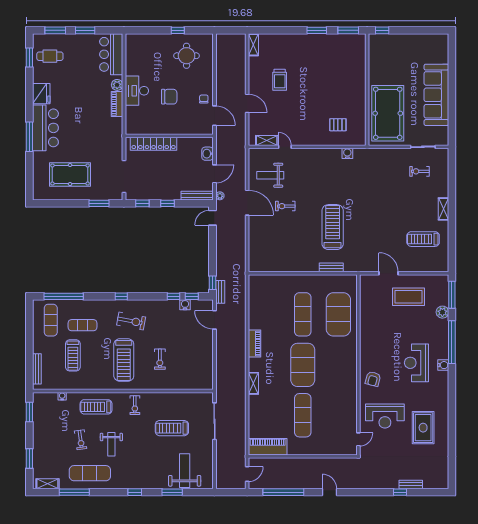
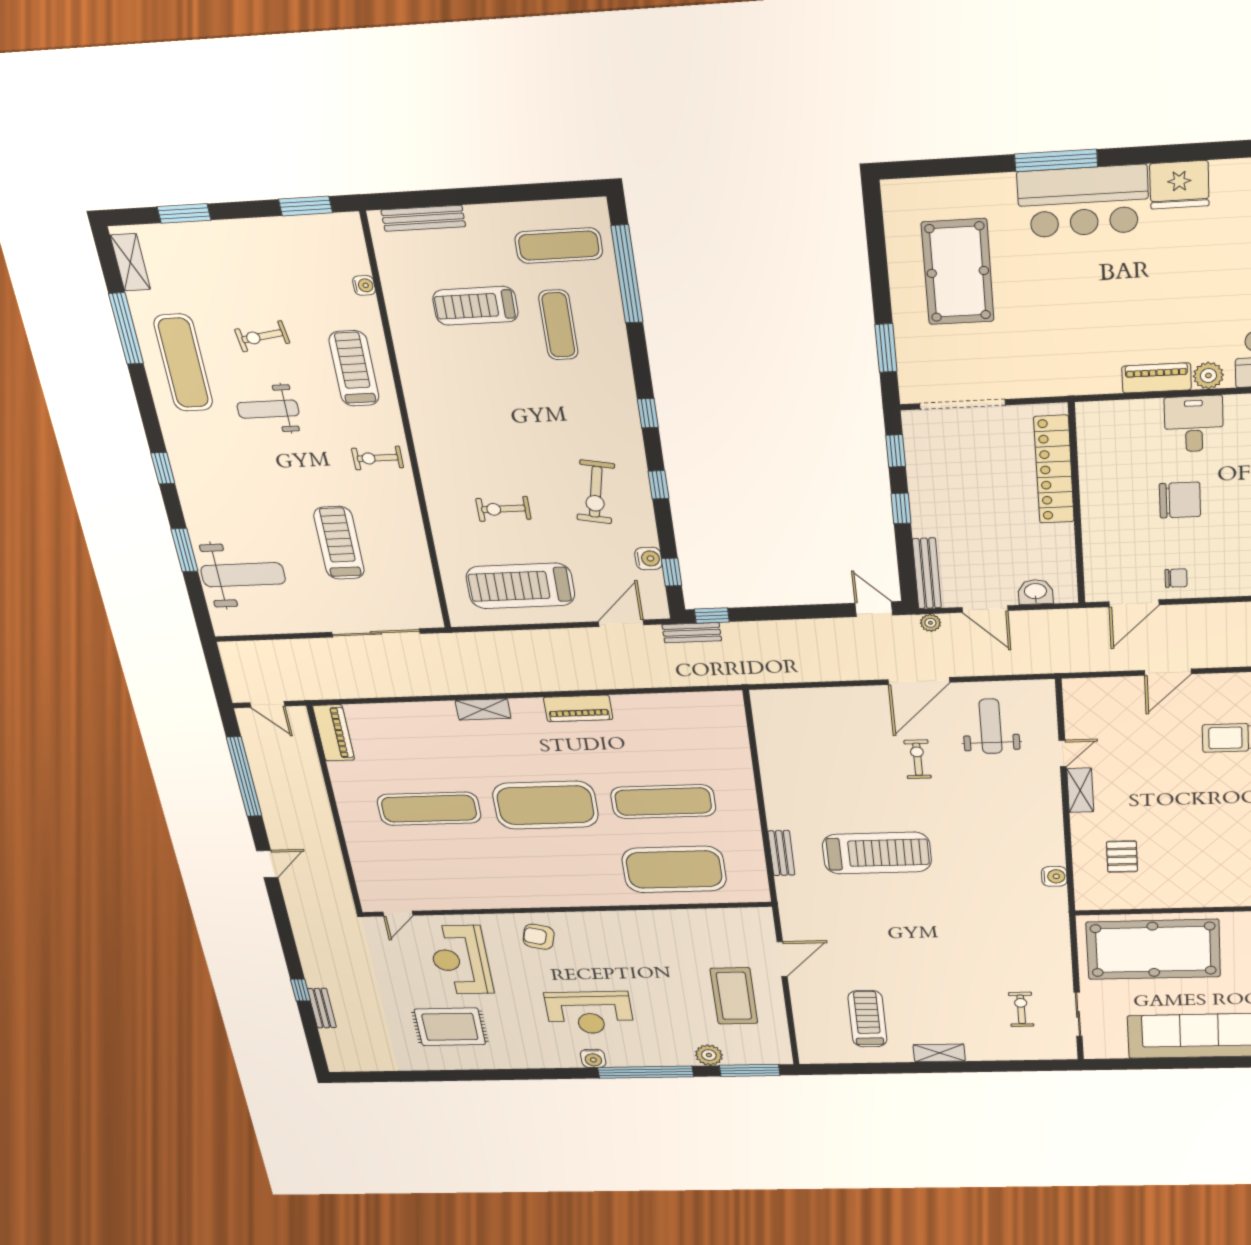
desk: (137, 91) -> (1194, 424), width x0.73
chair: (169, 97) -> (1180, 500), turned -90
shelving: (267, 140) -> (1080, 790), moved
window: (173, 296) -> (658, 485), moved
exercise bike: (131, 321) -> (596, 492), moved
treadmill: (124, 360) -> (520, 586), moved
reception desk: (416, 363) -> (589, 1013), turned 180
door: (358, 439) -> (398, 914), hinge flipped
piano: (268, 447) -> (334, 733), width x0.73, depth x0.75

